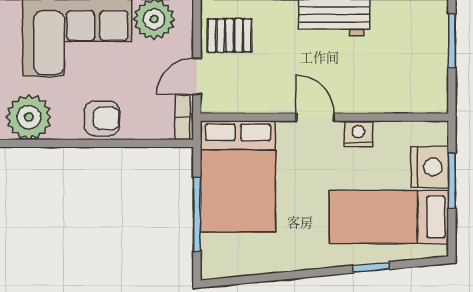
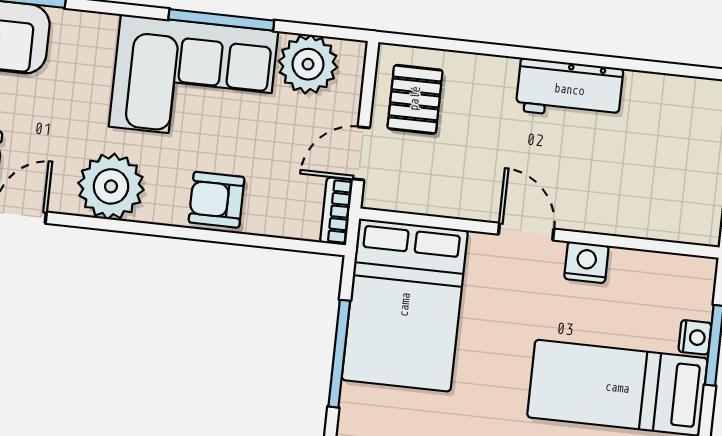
pallet: (230, 35) -> (415, 99), turned 90
armchair: (102, 118) -> (217, 200), turned 180
nightstand: (430, 167) -> (695, 337), width x0.53, depth x0.56

